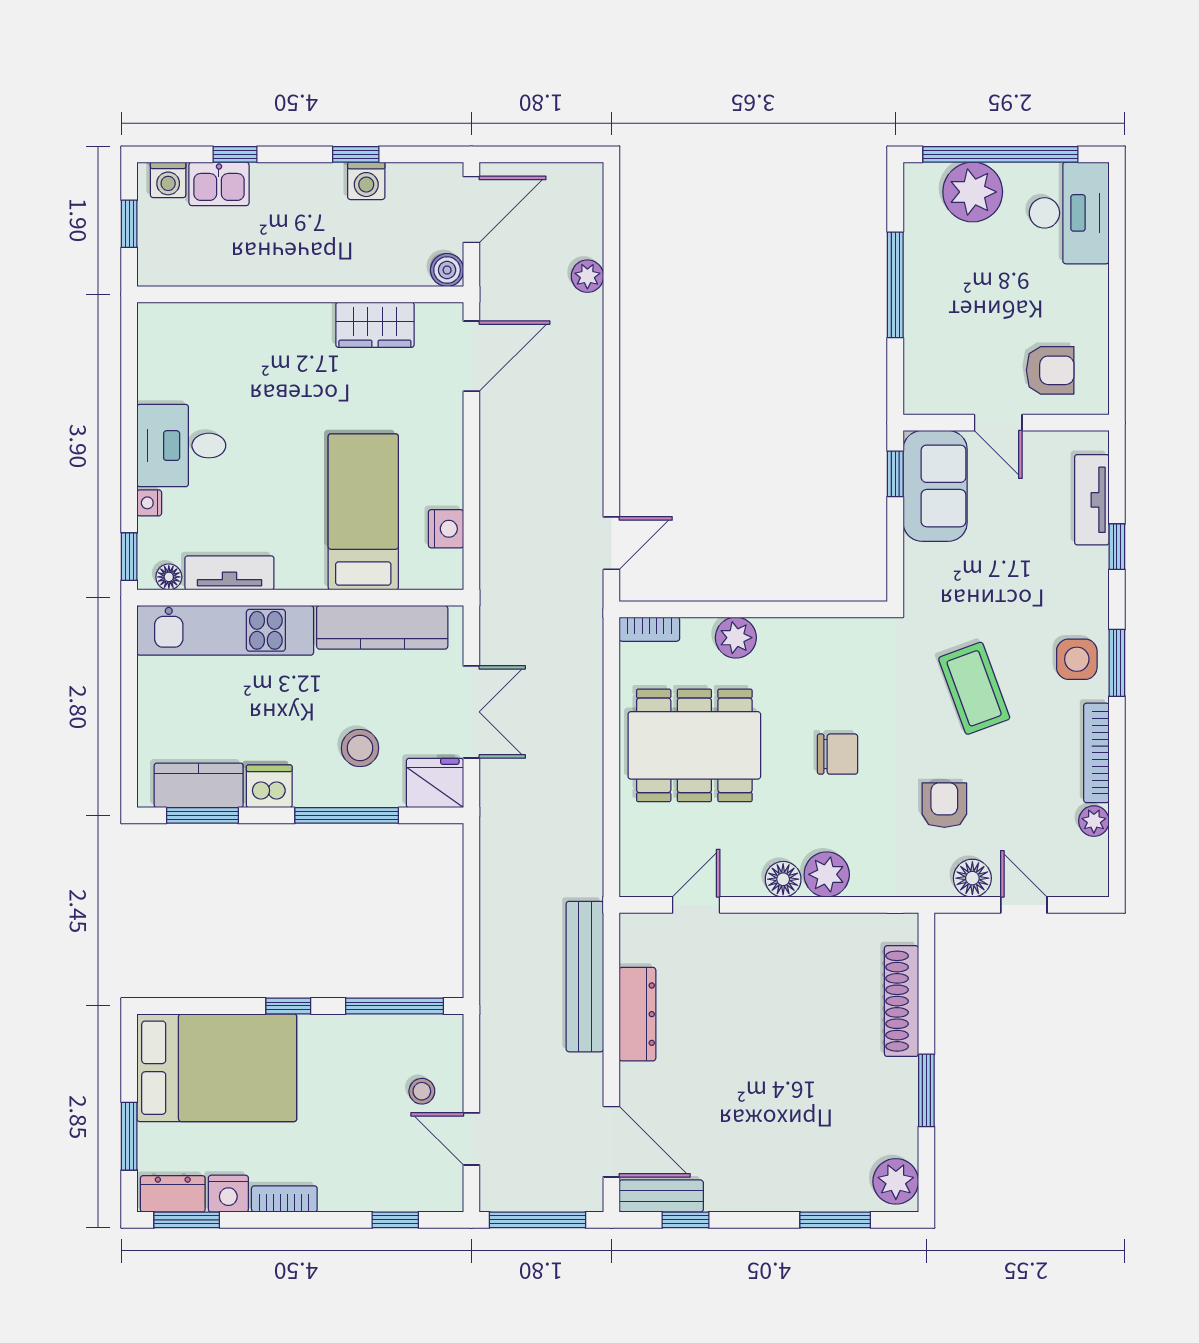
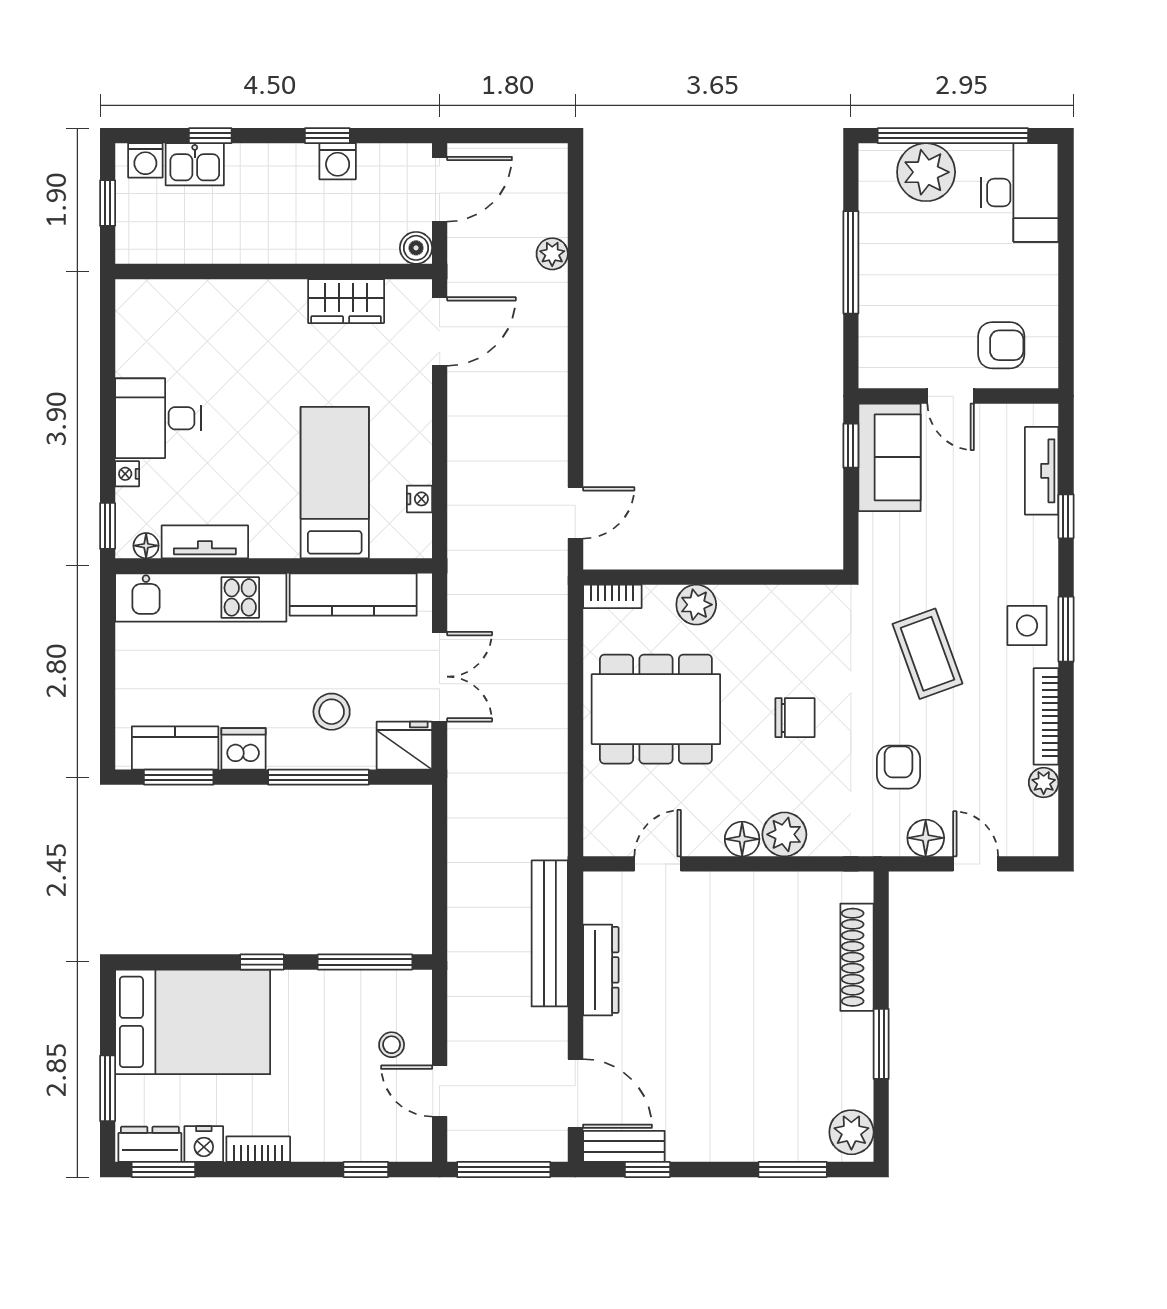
nightstand: (446, 529) -> (419, 499), width x0.72, depth x0.74

